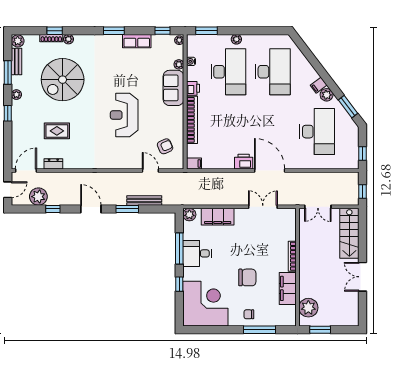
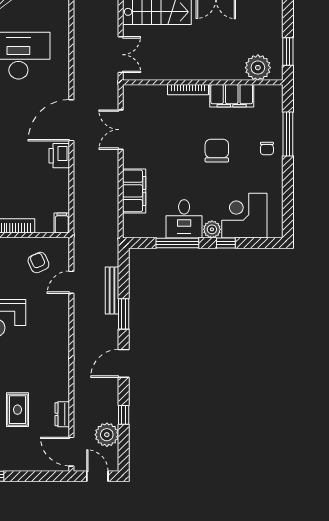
plant: (189, 215) -> (212, 229), moved
corner desk: (205, 304) -> (244, 216), width x0.74, depth x0.74

